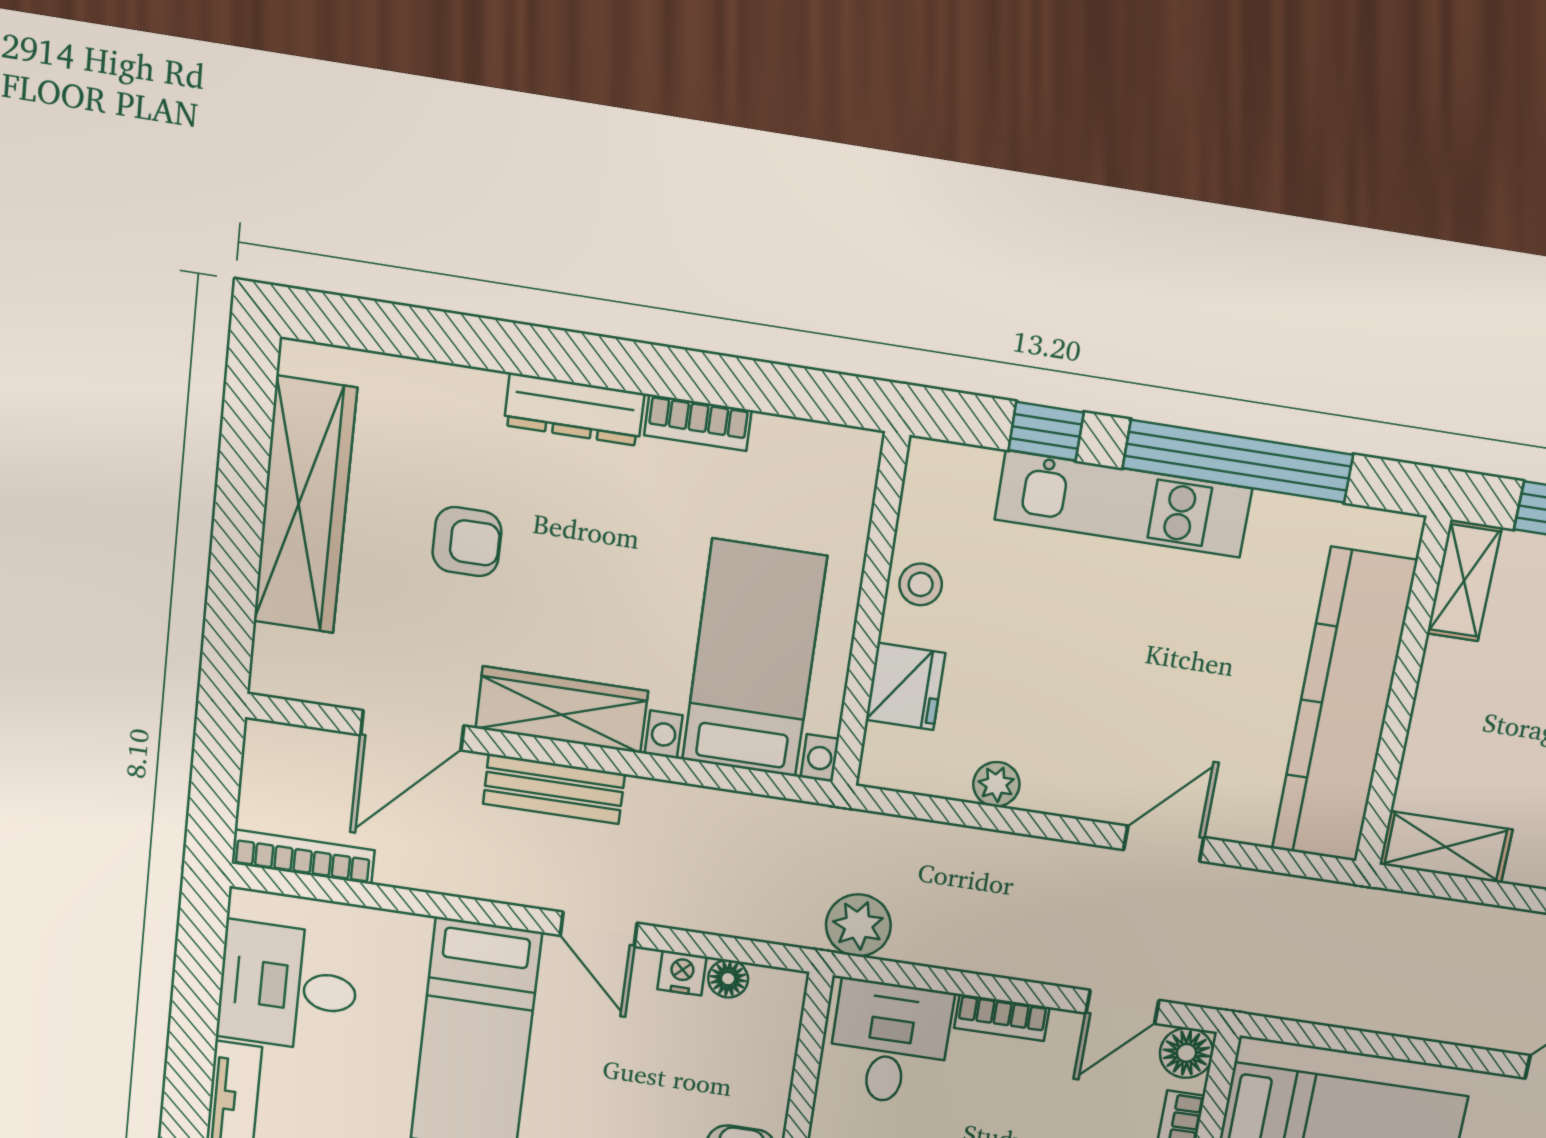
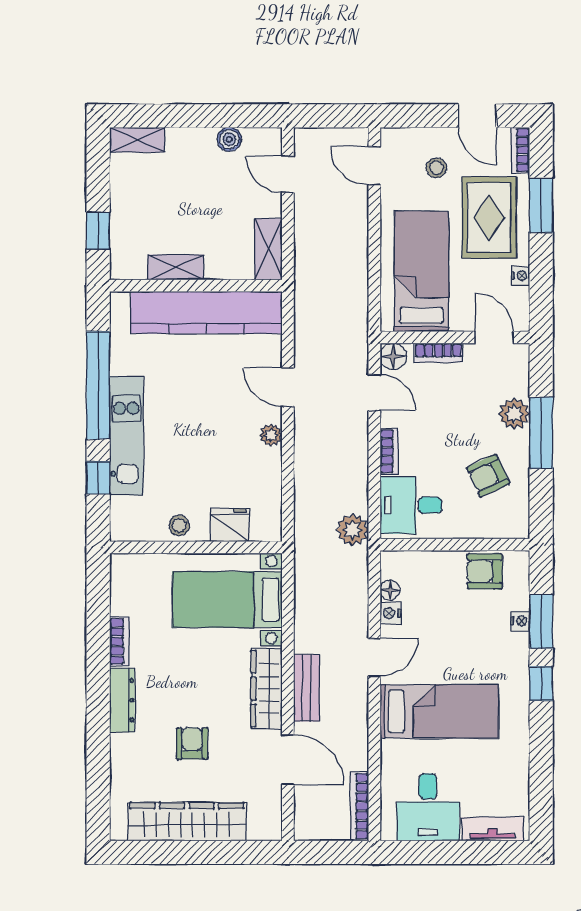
shelving: (1464, 581) -> (176, 267), moved
plant: (996, 784) -> (271, 435), moved

